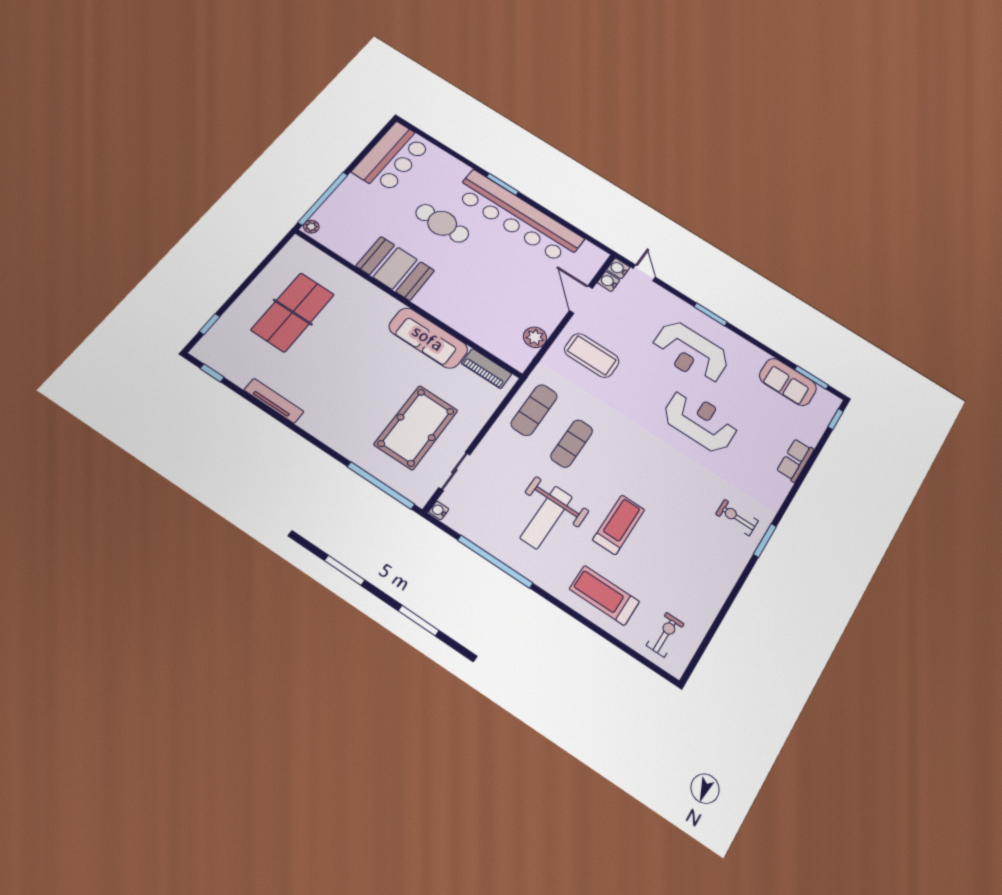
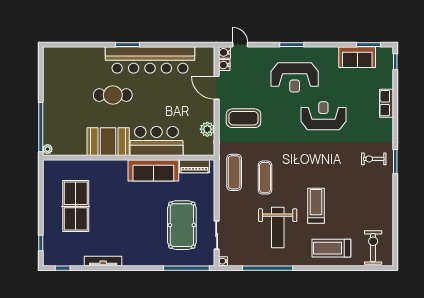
bar counter: (392, 158) -> (156, 141), moved, turned -90
exercise bike: (665, 635) -> (373, 248), width x1.38, depth x1.39

